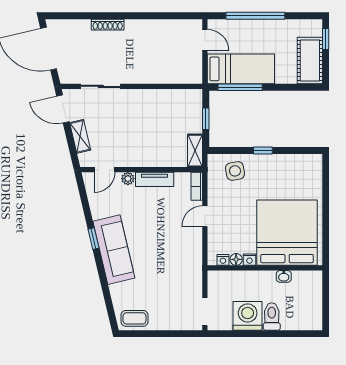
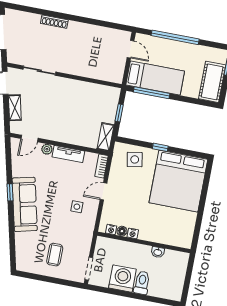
bed: (287, 233) -> (178, 181), moved, turned 180
side table: (177, 240) -> (77, 207), added
coffee table: (134, 318) -> (55, 255), moved, turned 90

